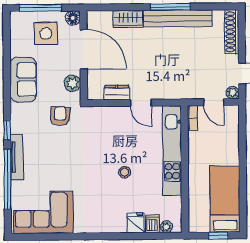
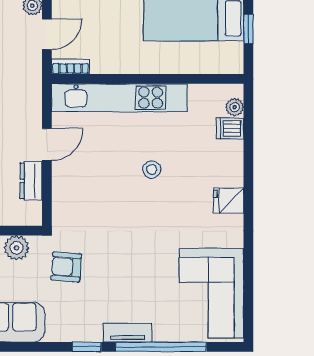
tv unit: (17, 157) -> (128, 333), width x0.71
fridge: (136, 223) -> (228, 200), moved

